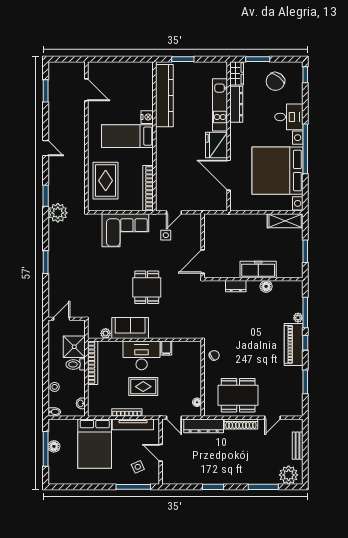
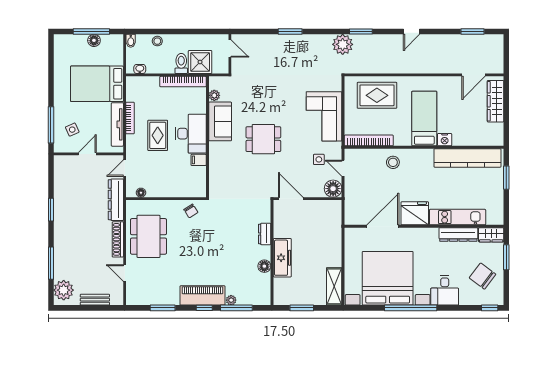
wardrobe: (111, 69) -> (496, 101), added
stool: (169, 166) -> (393, 162), added
floor lamp: (193, 222) -> (333, 189), added

